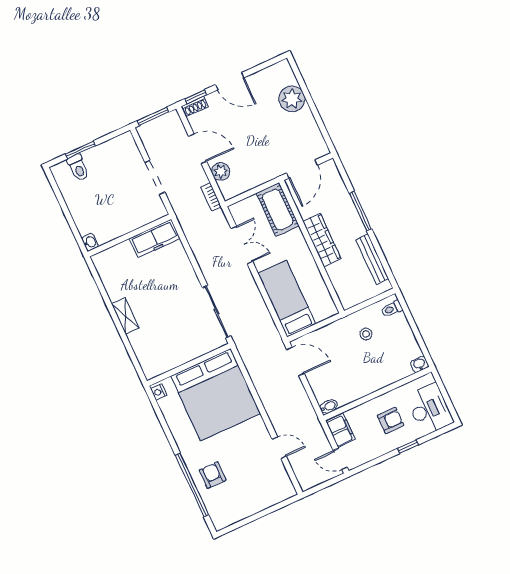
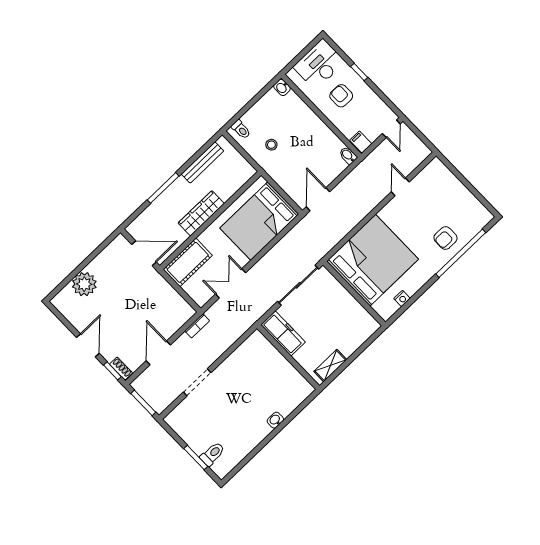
plant: (221, 172) -> (171, 325), removed
wall: (129, 235) -> (288, 357), moved
freezer: (155, 238) -> (283, 333), moved
bed: (287, 299) -> (259, 221), width x1.50
nightstand: (159, 392) -> (402, 298), moved
filing cabinet: (341, 430) -> (361, 142), width x0.50

